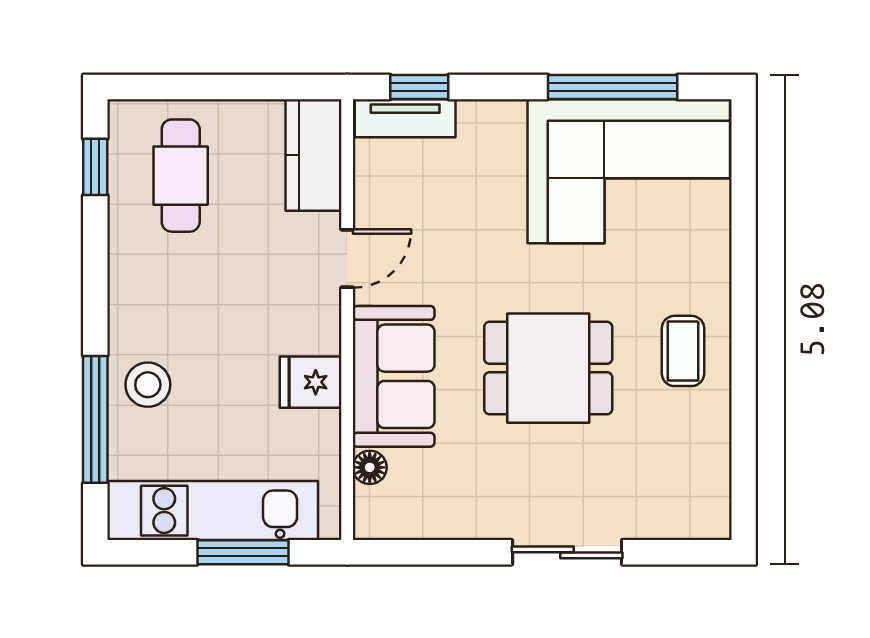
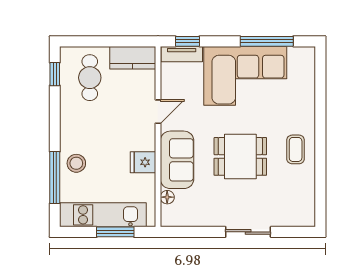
kitchen counter: (313, 155) -> (133, 58), moved, turned -90
corner sofa: (629, 171) -> (245, 76), moved

